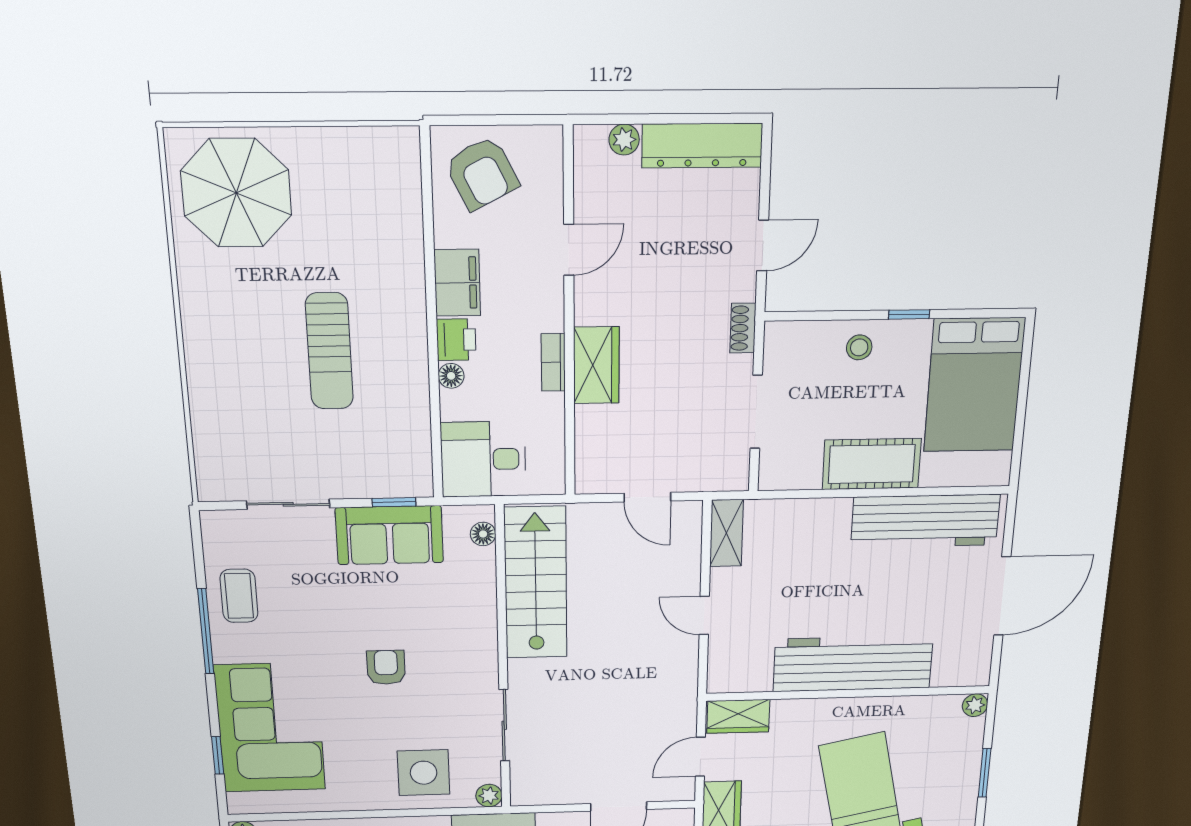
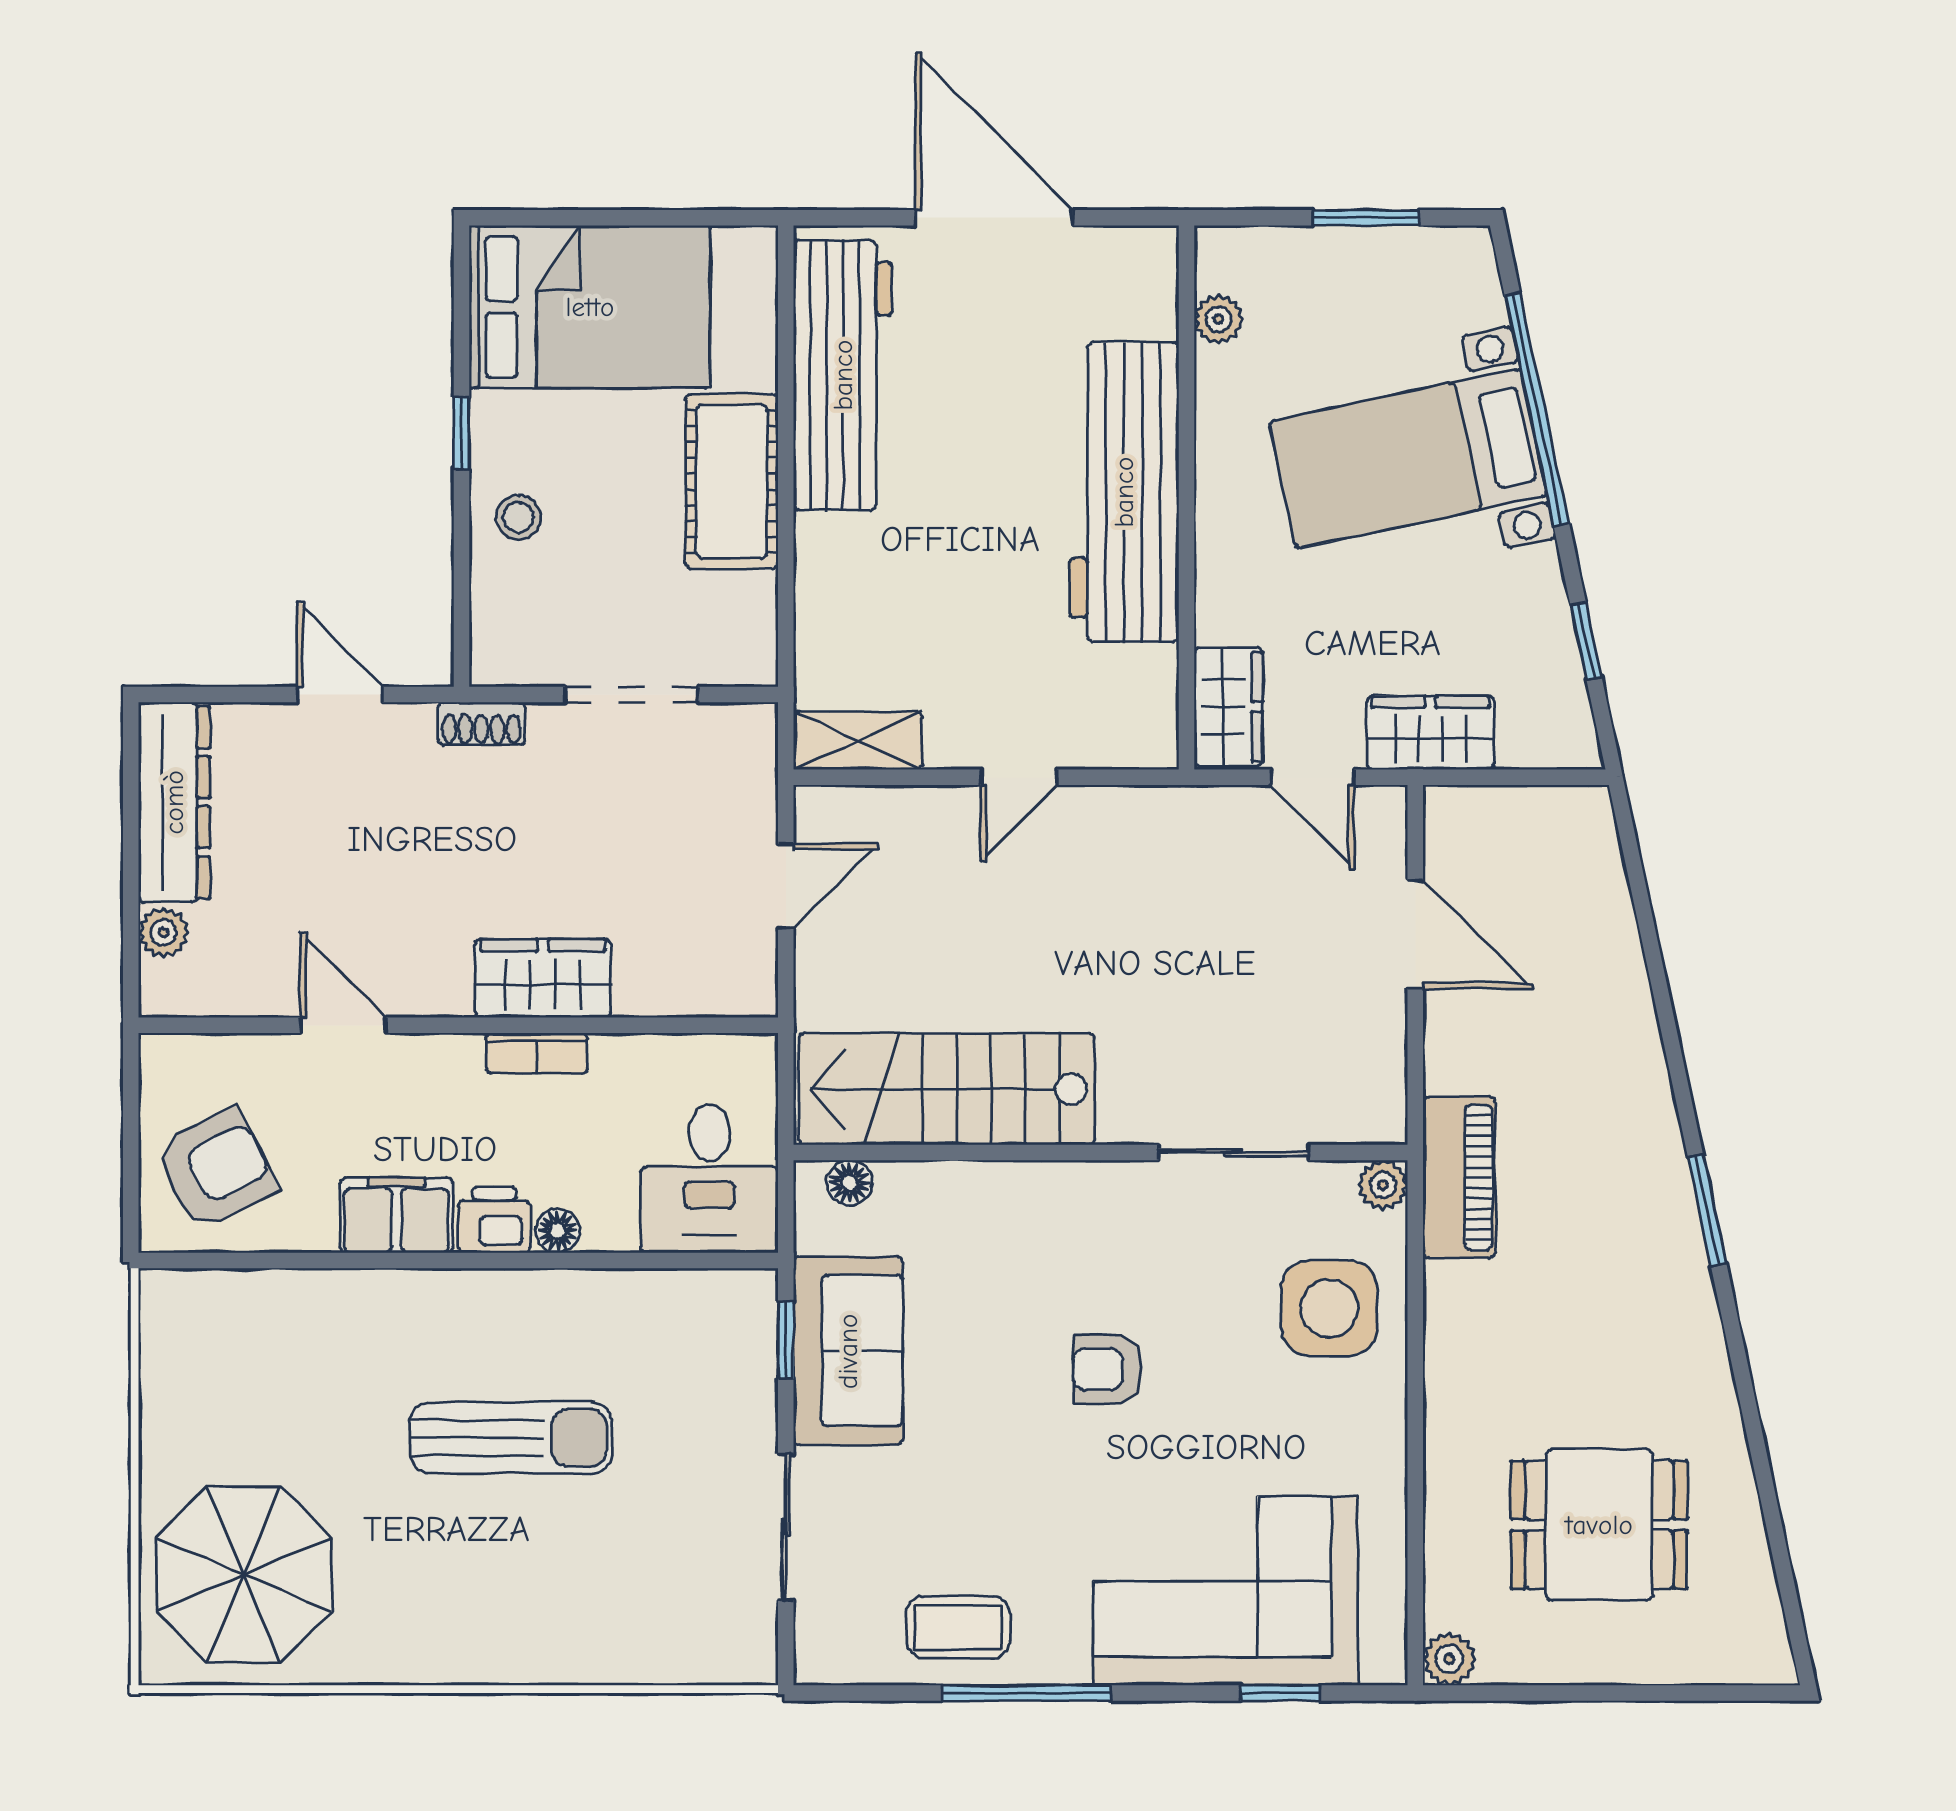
plant: (975, 705) -> (1218, 319), moved

